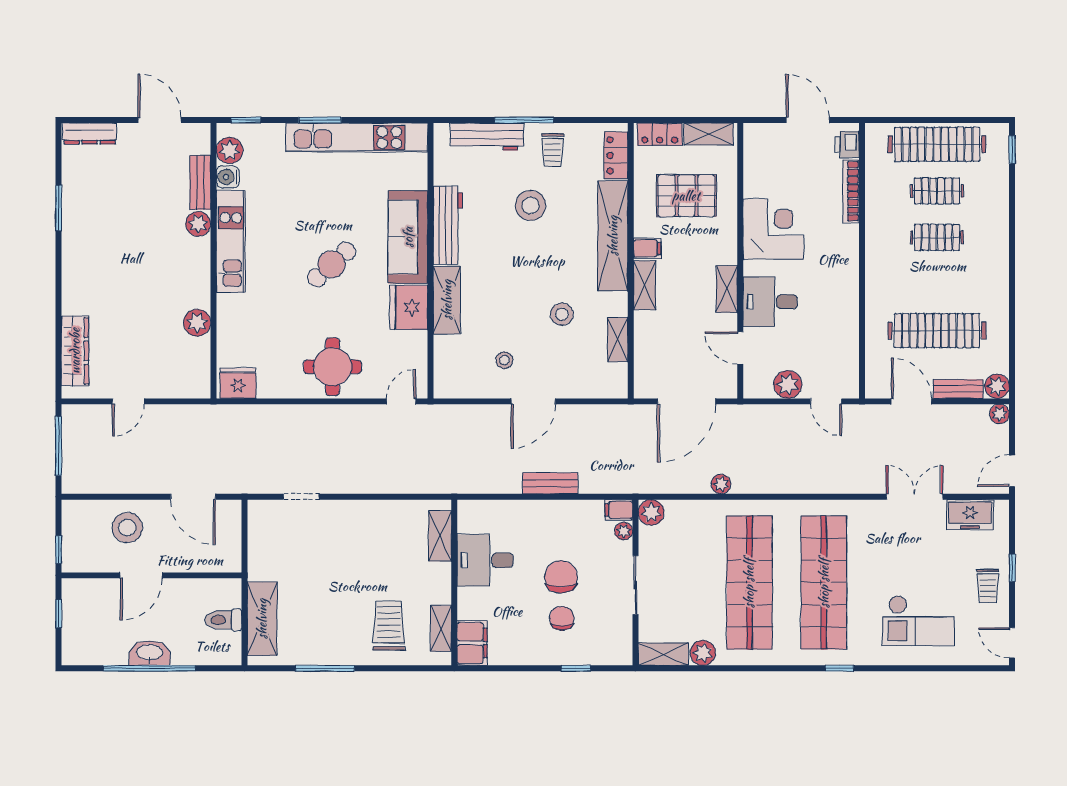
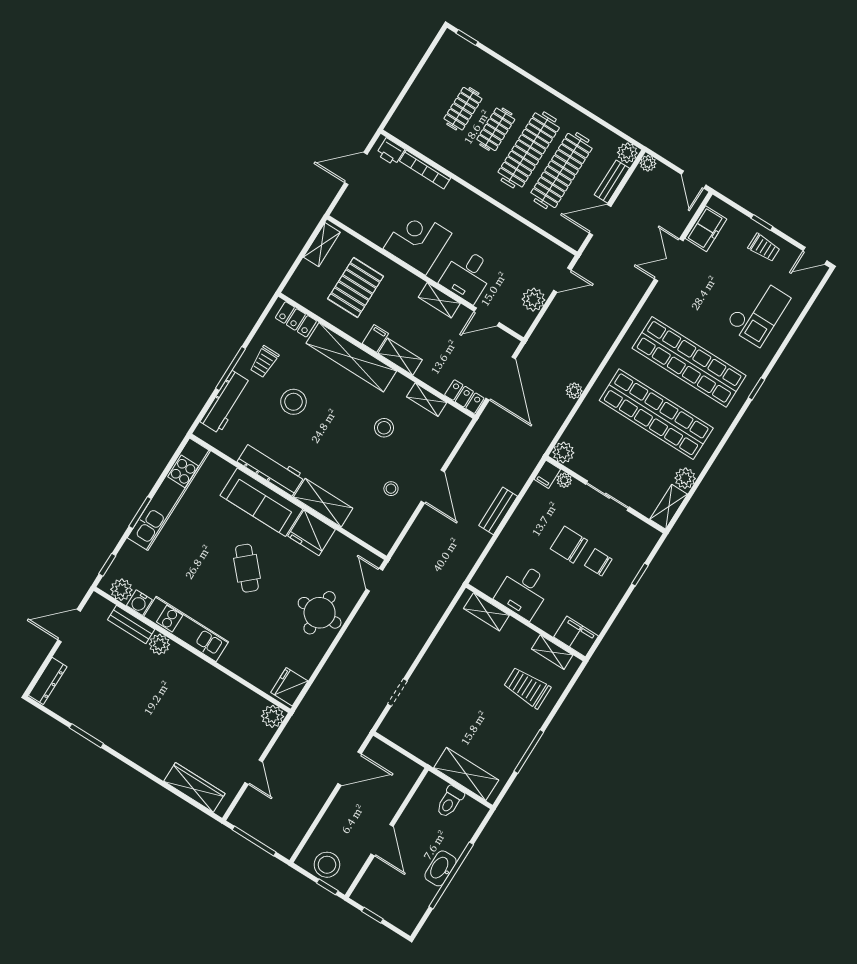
locker: (660, 134) -> (464, 397), moved, turned -90
clothes rail: (937, 144) -> (529, 150), moved
trolley: (553, 150) -> (264, 362), turned 90
plant: (197, 323) -> (273, 716), moved
stool: (127, 528) -> (327, 865), moved

